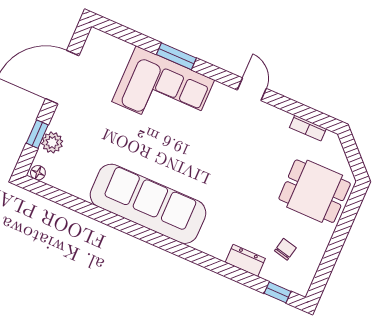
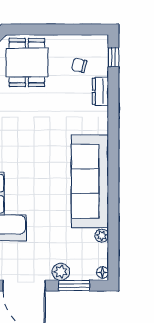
window: (37, 134) -> (74, 286), width x1.50
plant: (52, 142) -> (61, 272), moved
plant: (80, 190) -> (102, 236), added

